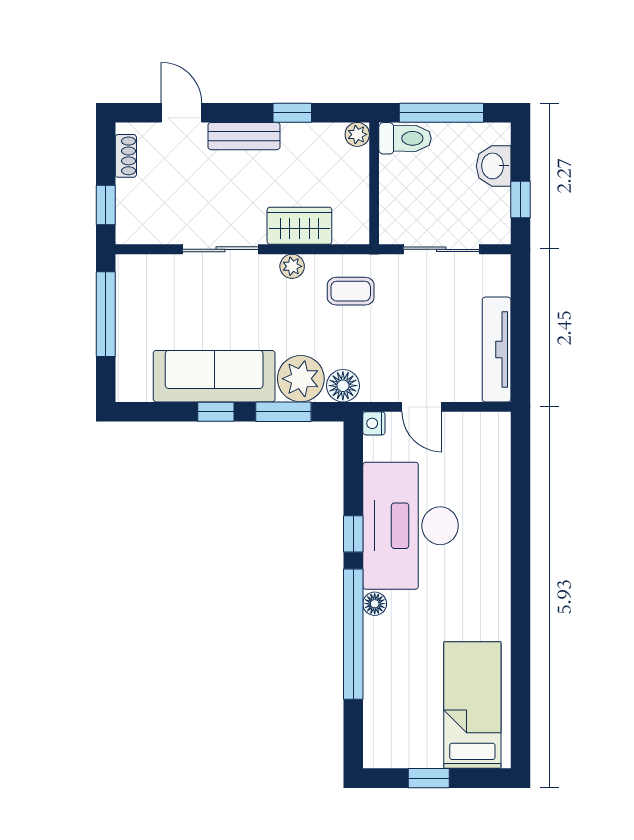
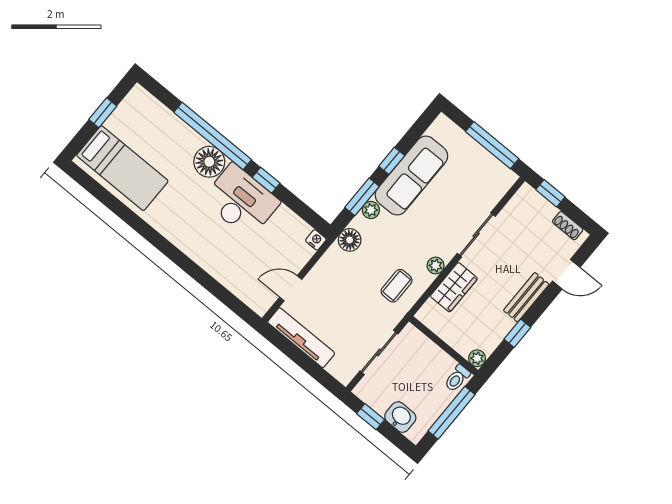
toilet: (405, 138) -> (457, 378), width x0.73, depth x0.72
plant: (301, 379) -> (371, 210), width x0.53, depth x0.53
door: (422, 407) -> (291, 288), moved
desk: (411, 526) -> (241, 201), width x0.73, depth x0.77
floor lamp: (375, 604) -> (209, 162), width x1.89, depth x1.89

